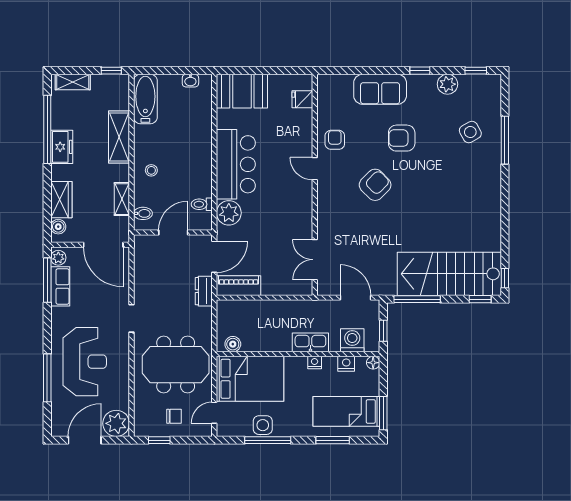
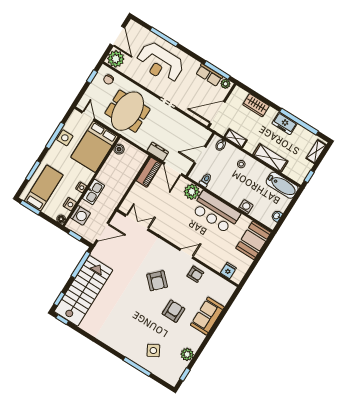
window: (420, 71) -> (204, 344), removed
washing machine: (204, 129) -> (246, 207), added
boiler: (58, 227) -> (242, 94), removed
door: (173, 232) -> (200, 155), swing flipped
chair: (174, 416) -> (109, 80), moved

